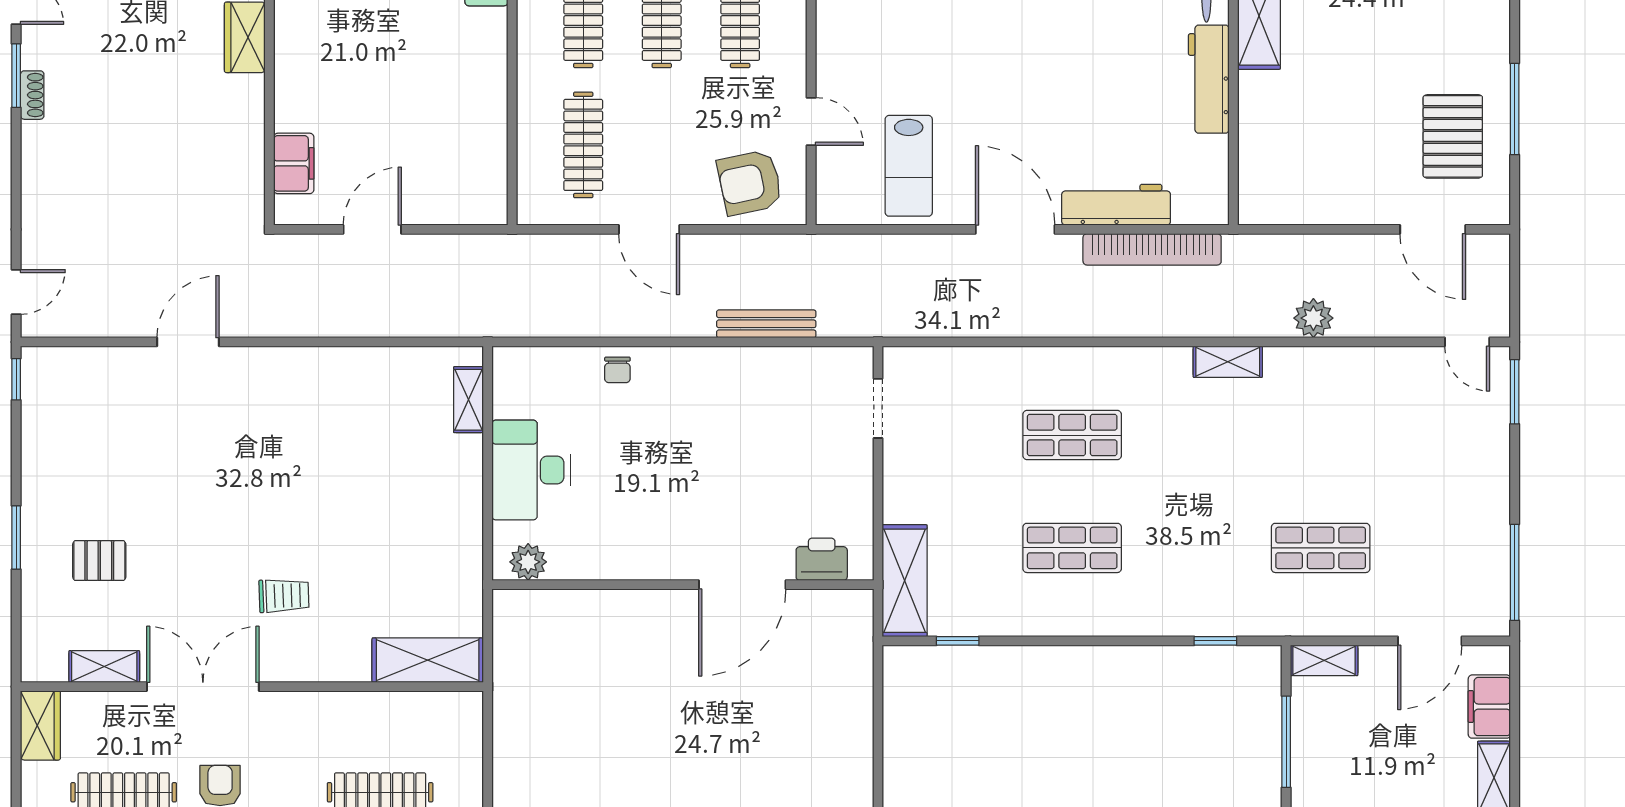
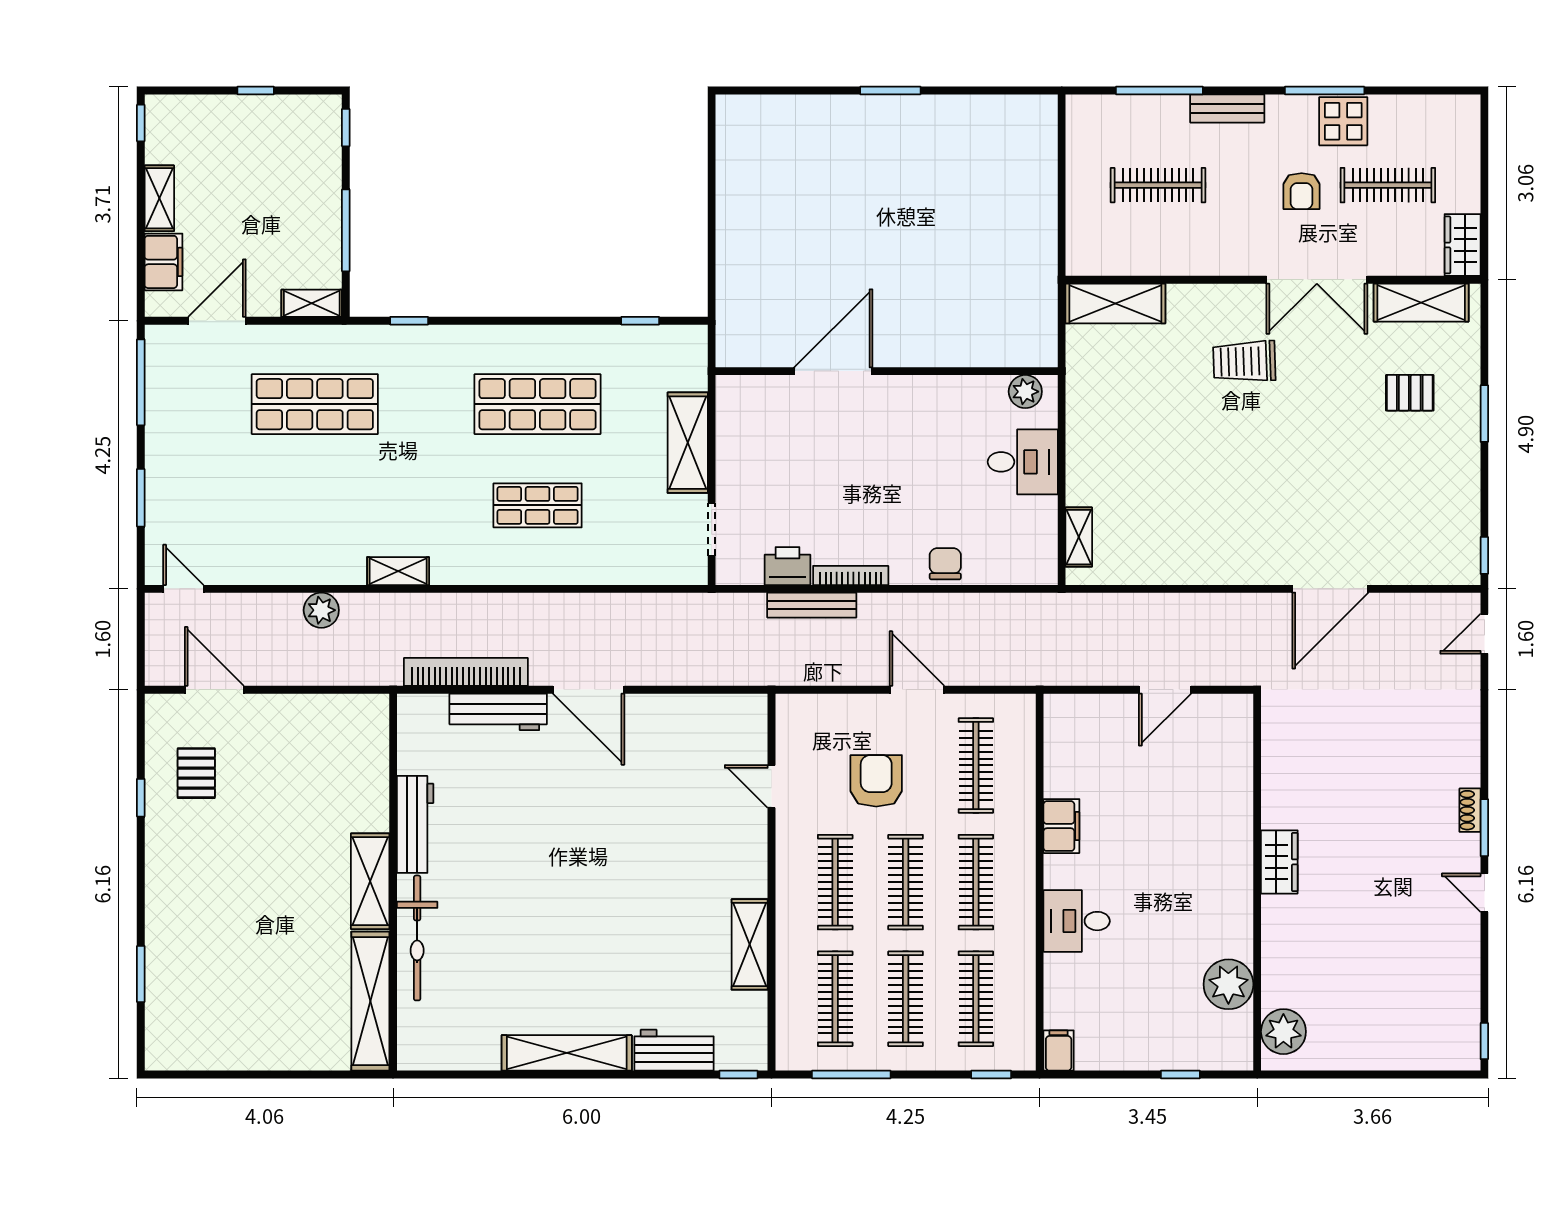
window: (1515, 109) -> (141, 798), width x0.46
pallet: (1453, 136) -> (196, 773), width x0.67, depth x0.71
filing cabinet: (294, 163) -> (1061, 826), moved, turned 180
lab bench: (909, 166) -> (684, 747), removed
armchair: (750, 183) -> (876, 781), moved, turned -78
door: (188, 342) -> (1330, 589), width x1.36
bookcase: (723, 357) -> (851, 575), added
chair: (617, 370) -> (945, 564), width x1.37, depth x1.37
window: (1515, 392) -> (141, 498), moved
desk: (531, 470) -> (1023, 462), width x0.73
shop shelf: (1072, 548) -> (538, 404), width x1.43, depth x1.36
shop shelf: (1321, 548) -> (315, 404), width x1.43, depth x1.36
printer: (822, 559) -> (788, 566), moved, turned 180
shelving: (905, 581) -> (688, 443), moved
trolley: (284, 596) -> (1244, 361), width x1.36, depth x1.39
shelving: (104, 667) -> (1421, 303), width x1.50, depth x1.33

